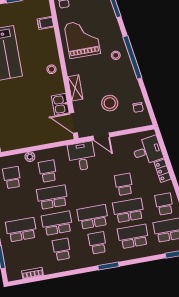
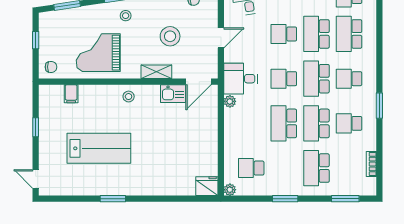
stool: (110, 103) -> (170, 36), moved
door: (101, 136) -> (221, 38), moved
plant: (30, 157) -> (230, 101), moved
school desk: (48, 171) -> (284, 79), moved
window: (108, 266) -> (379, 106), moved

